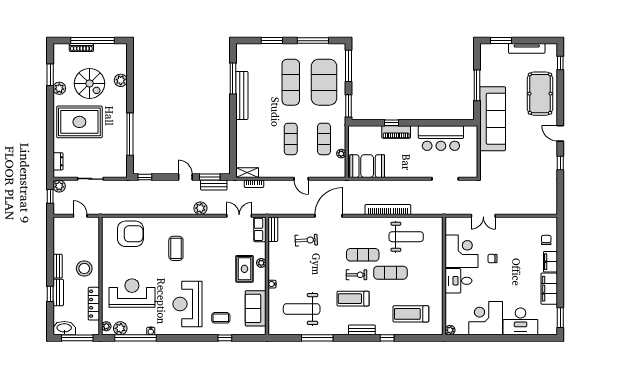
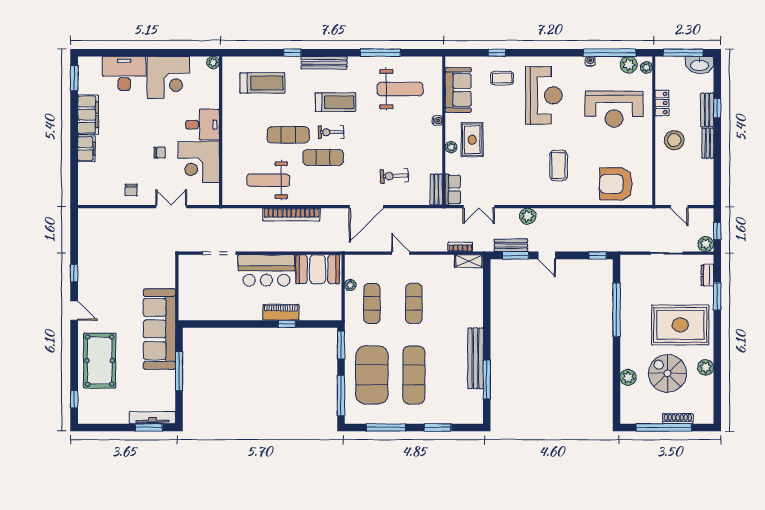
tv unit: (527, 48) -> (153, 418), moved
window: (50, 75) -> (717, 296), moved
bar counter: (441, 138) -> (266, 270), moved, turned 180
chair: (546, 240) -> (131, 190), moved
locker: (94, 304) -> (662, 103), width x0.66
bench: (362, 330) -> (324, 63), width x1.36

